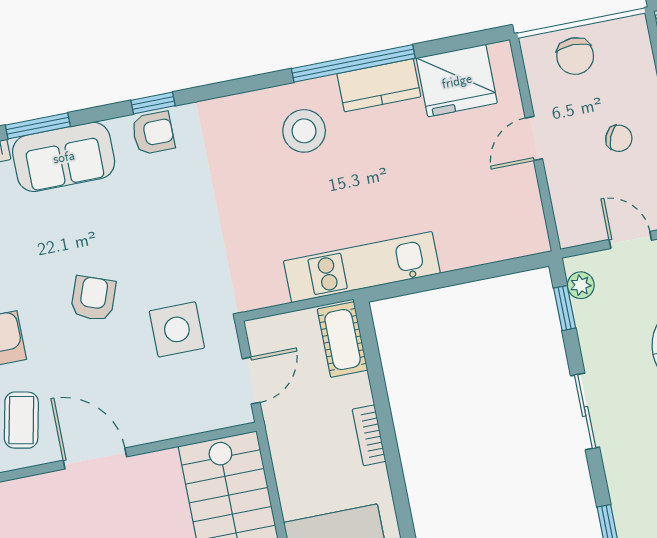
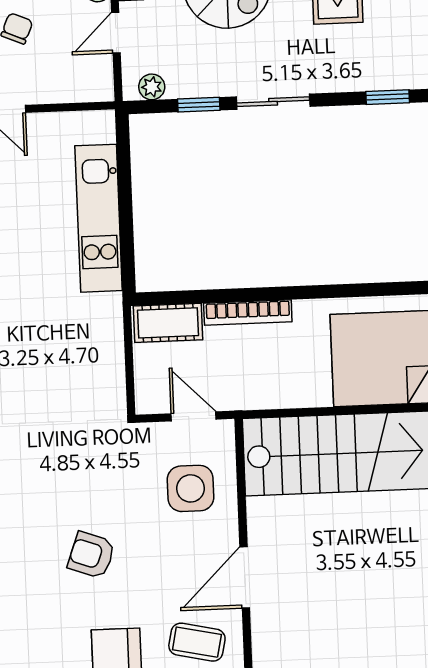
kitchen unit: (362, 267) -> (99, 218), moved
window: (565, 308) -> (199, 105), moved
side table: (177, 329) -> (191, 488), moved
bookcase: (369, 435) -> (248, 312), width x1.56

